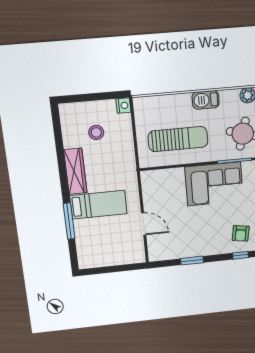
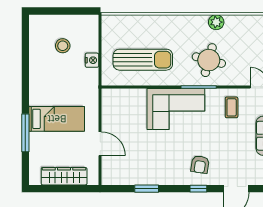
barbecue: (206, 100) -> (174, 23), removed
nightstand: (123, 106) -> (92, 60), moved
wardrobe: (75, 171) -> (64, 176), moved, turned -90

